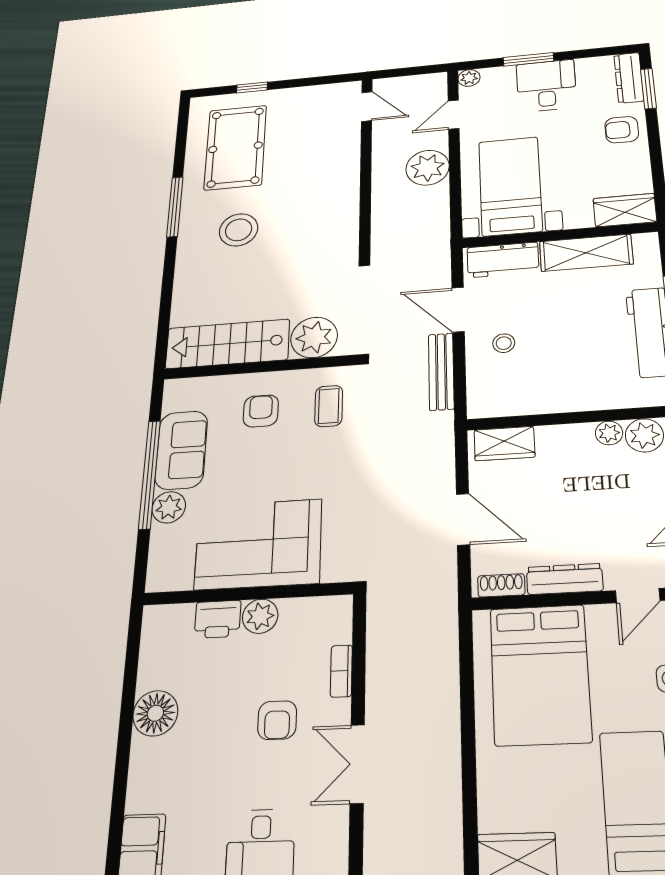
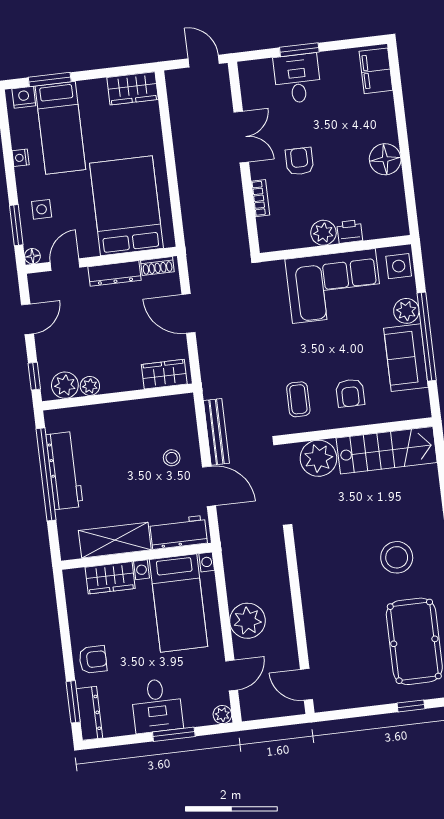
wardrobe: (625, 210) -> (110, 578), moved
side table: (167, 565) -> (399, 266), added
printer: (218, 619) -> (350, 232), width x0.73, depth x0.81

